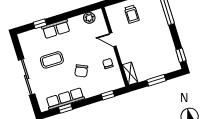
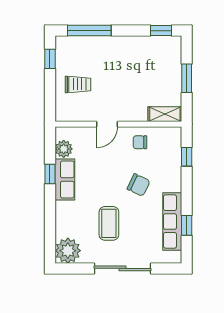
window: (40, 24) -> (50, 174), moved
row of seats: (56, 29) -> (65, 179), moved
plant: (27, 40) -> (68, 251), added

